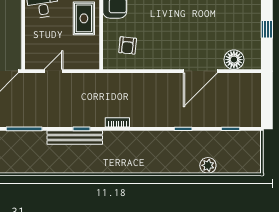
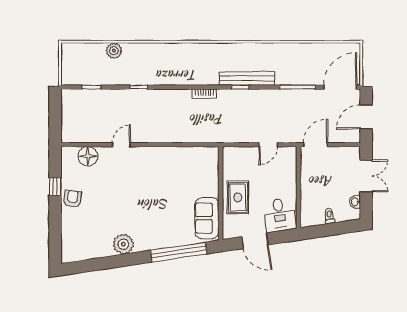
armchair: (128, 45) -> (73, 199), moved
door: (200, 71) -> (122, 145), width x0.53

